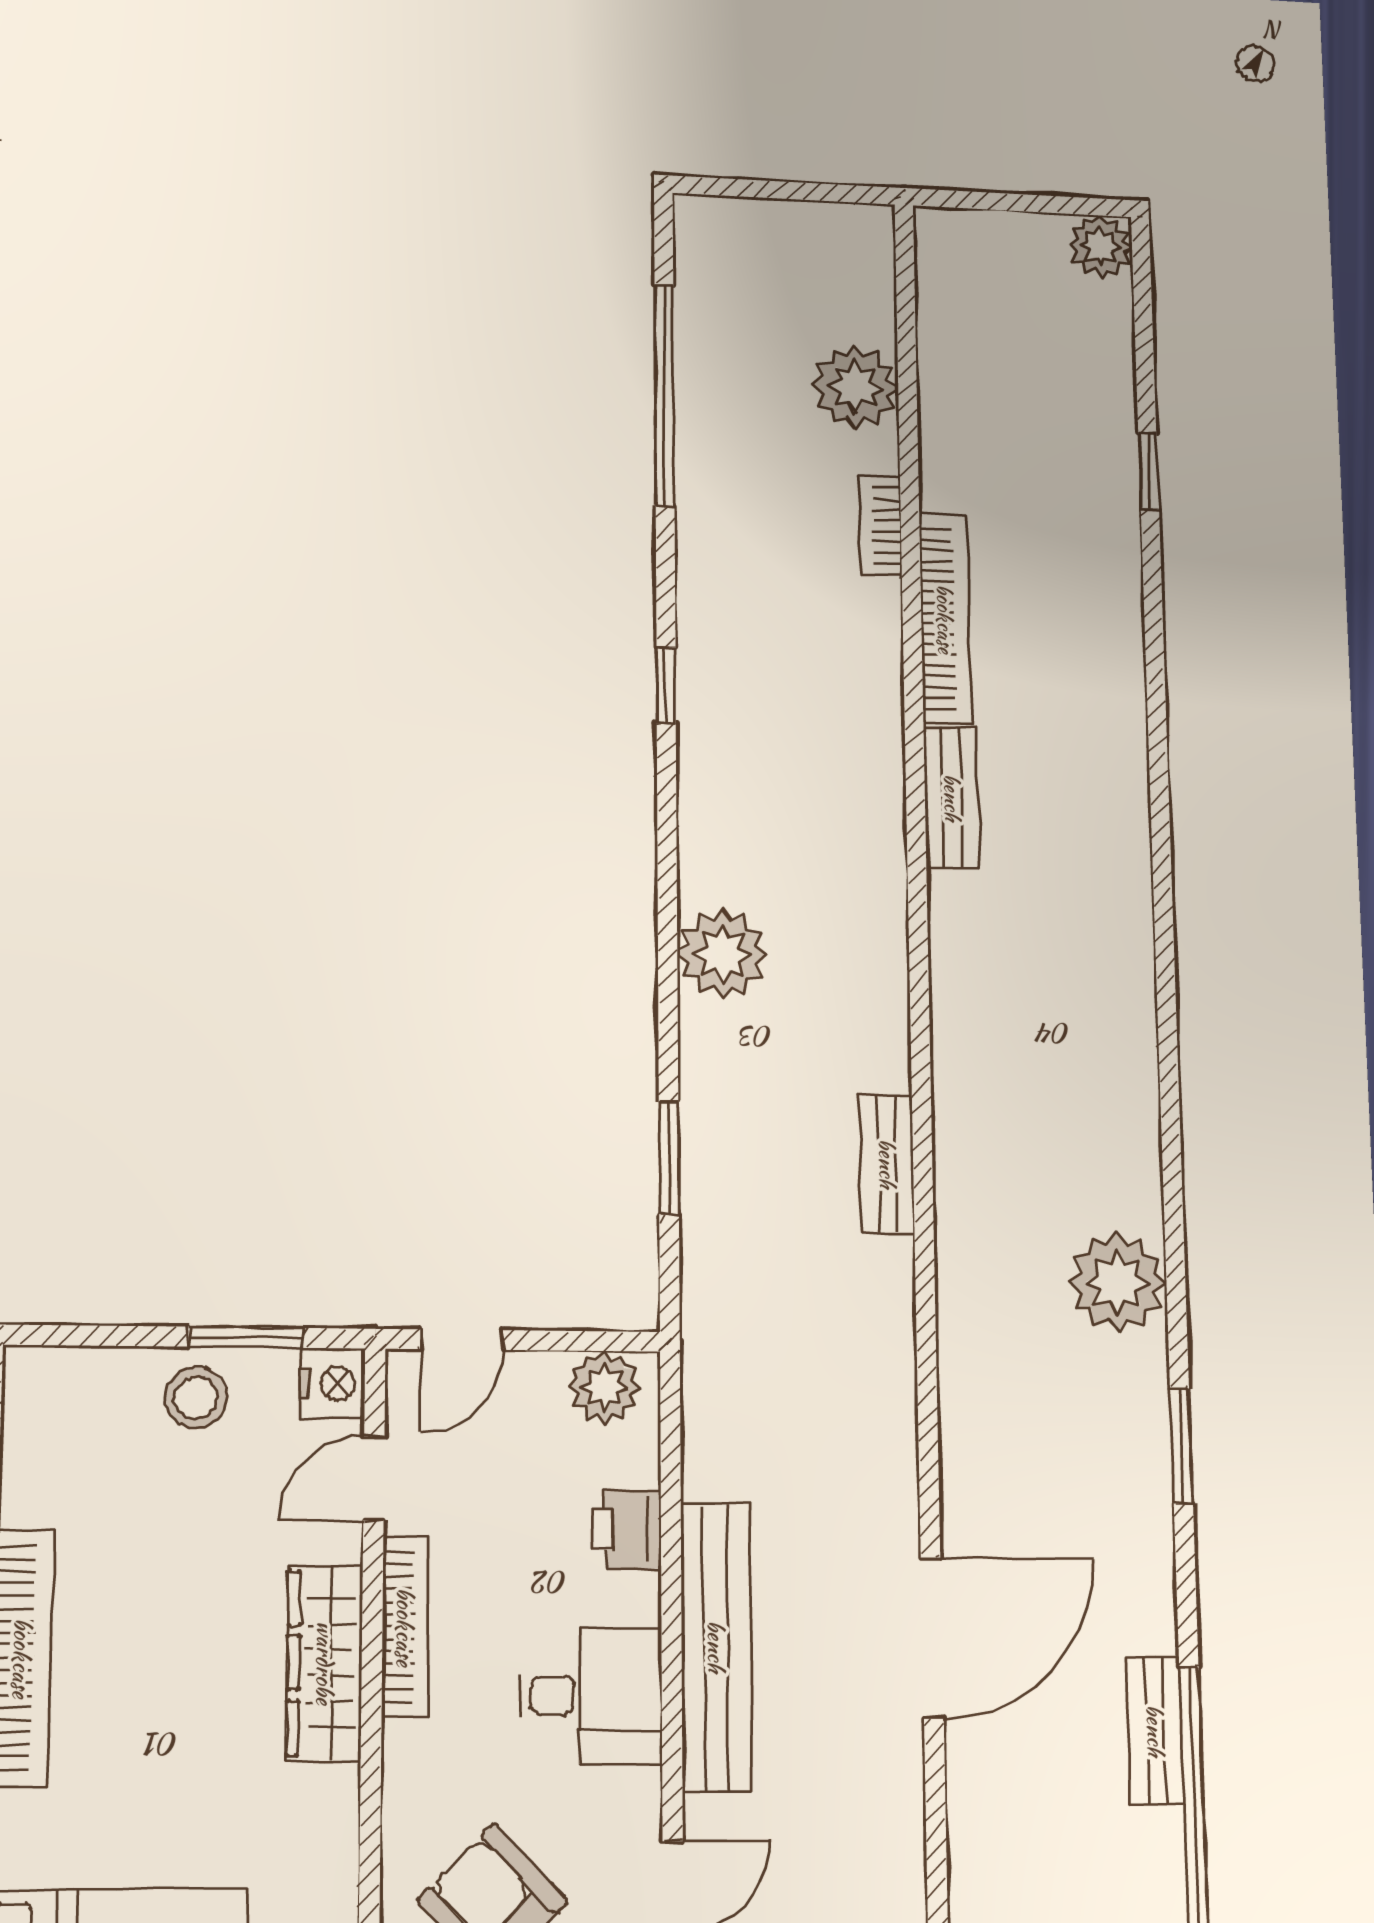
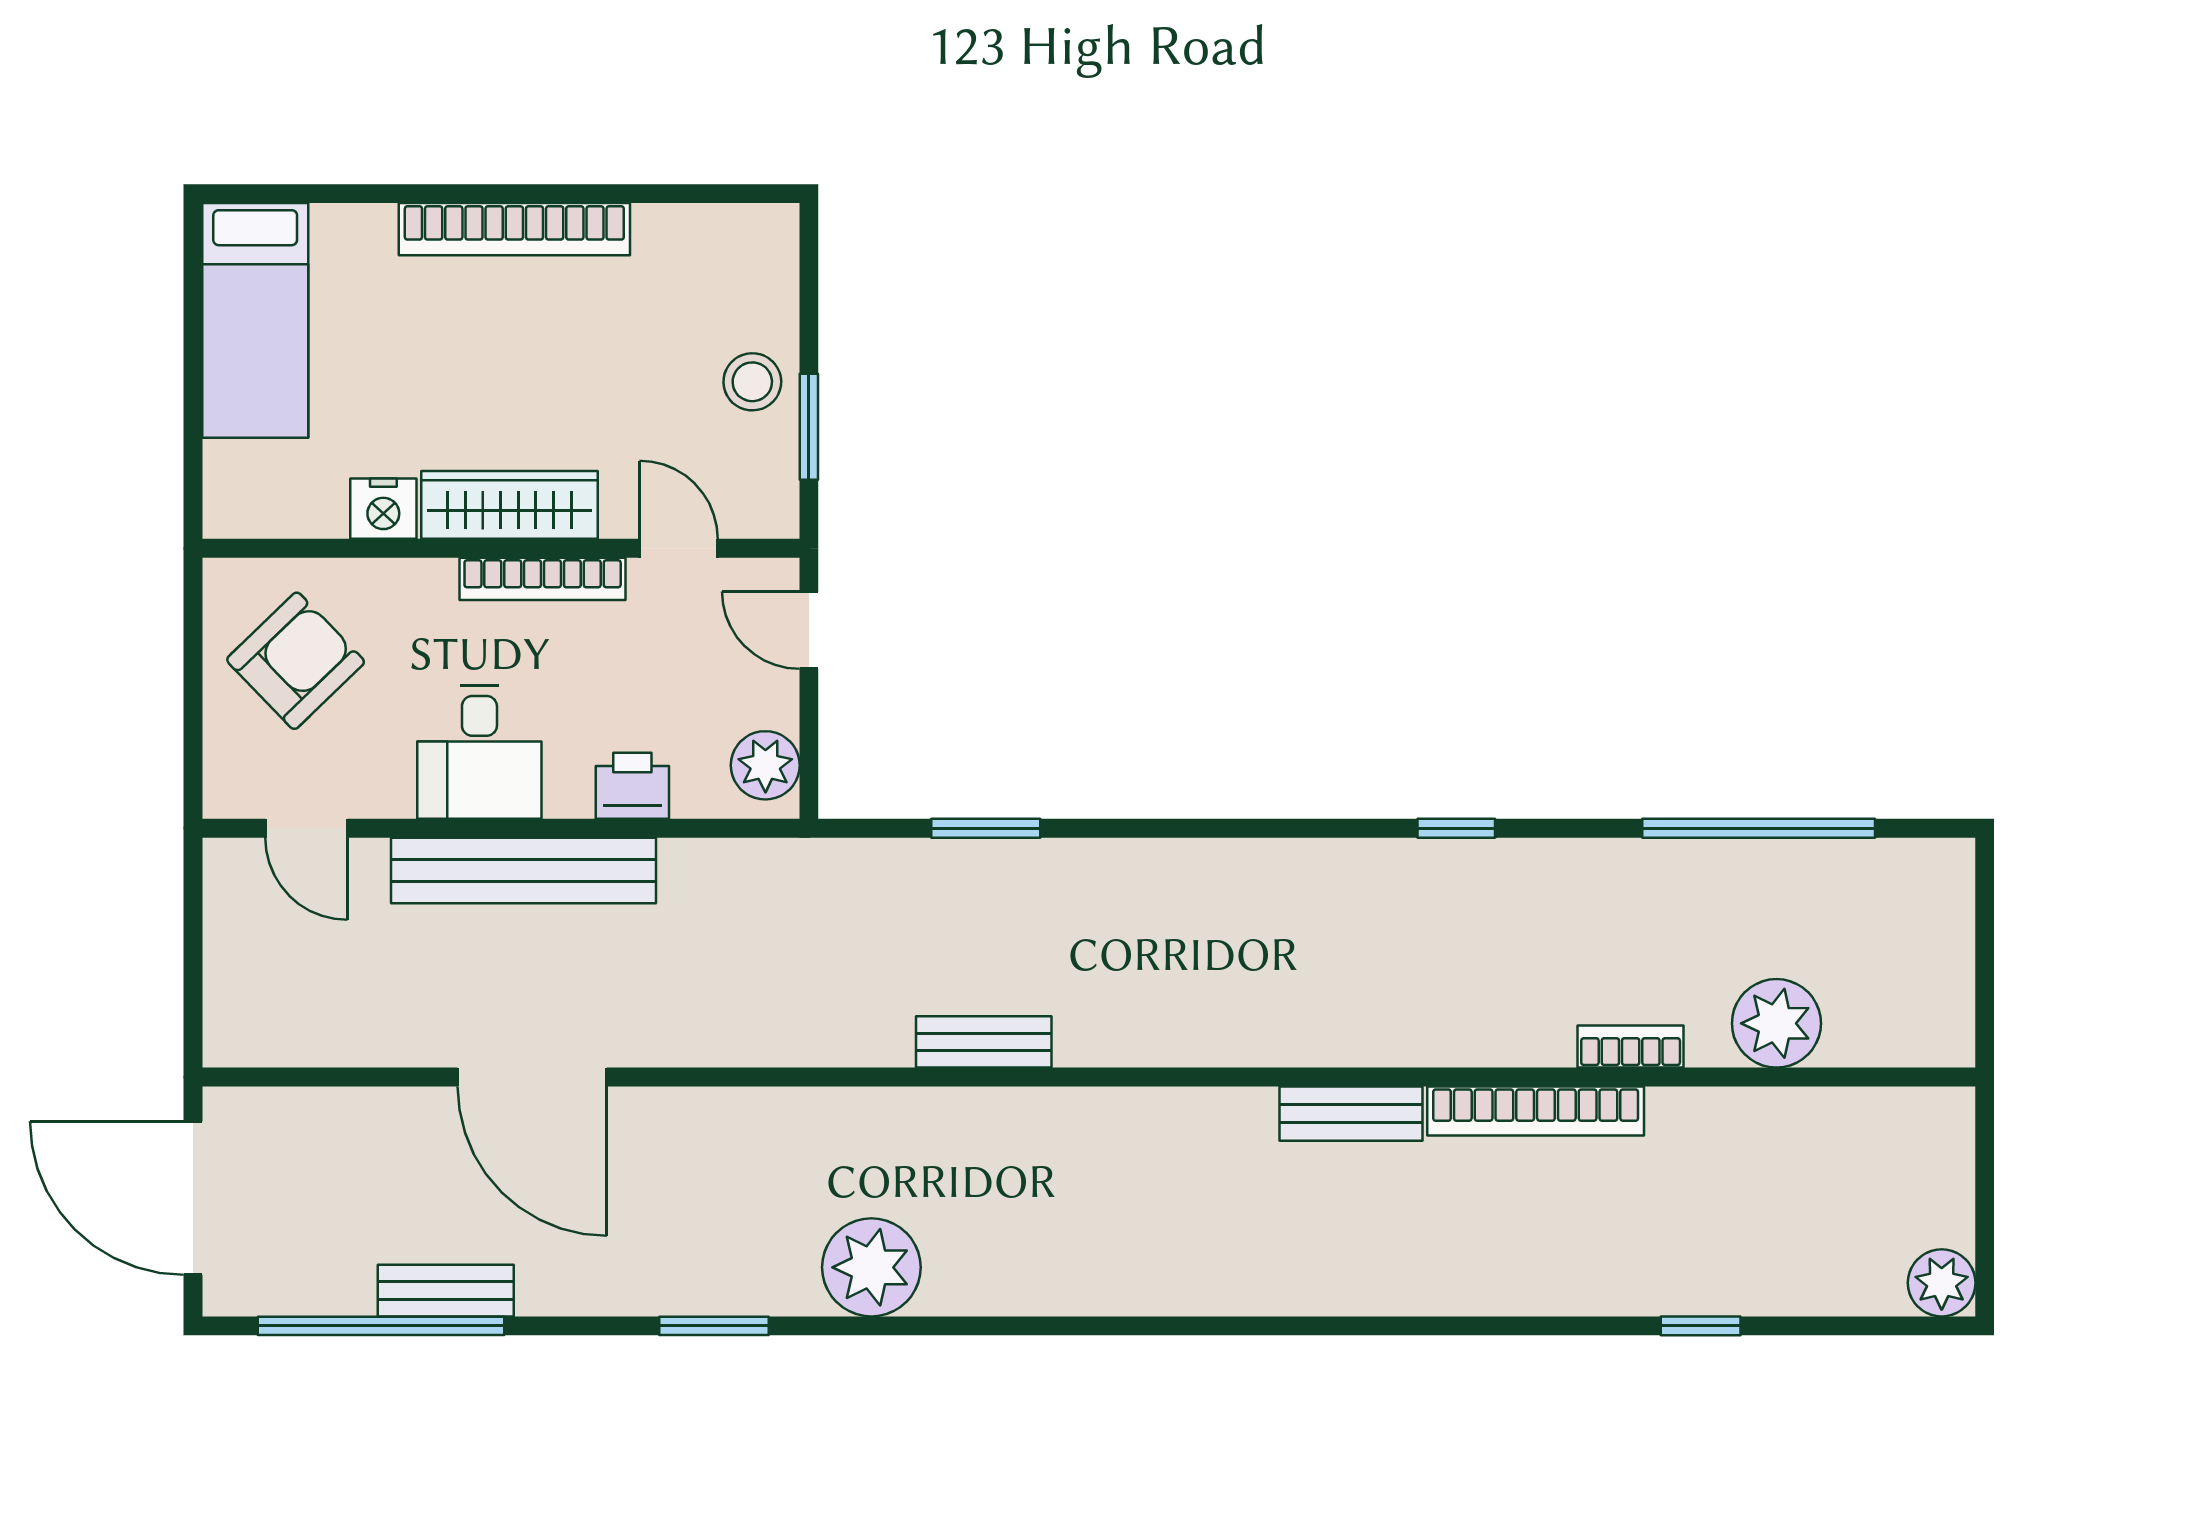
plant: (723, 954) -> (1187, 882), removed
nightstand: (332, 1383) -> (383, 509), moved

